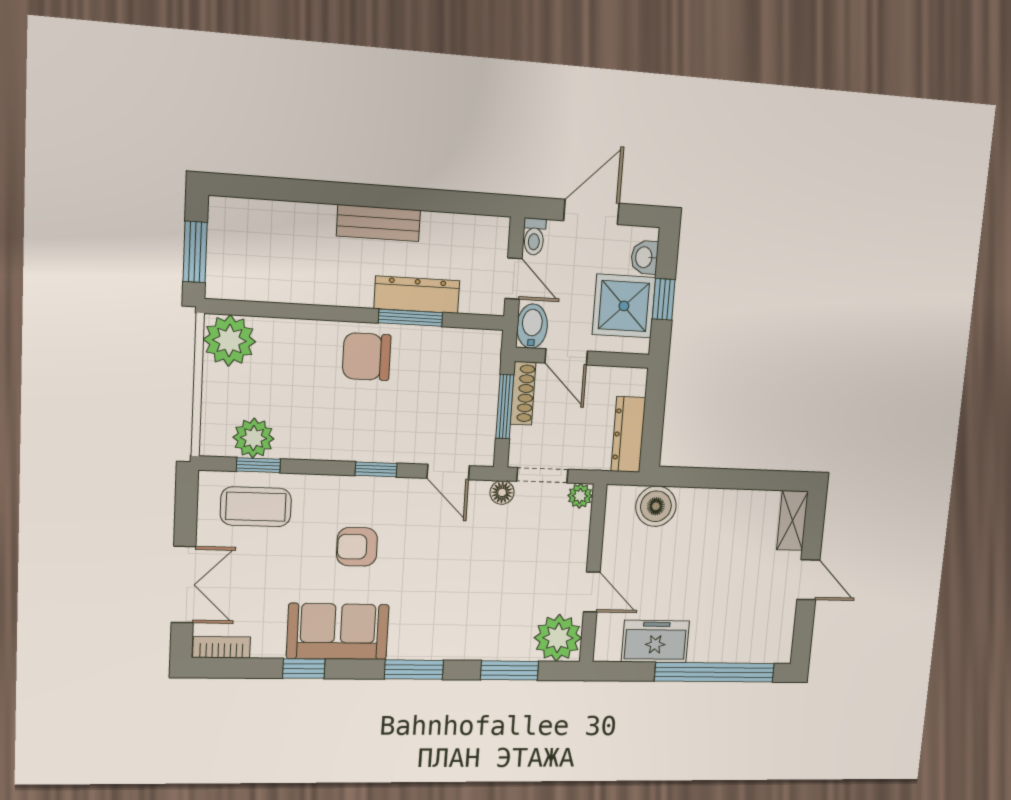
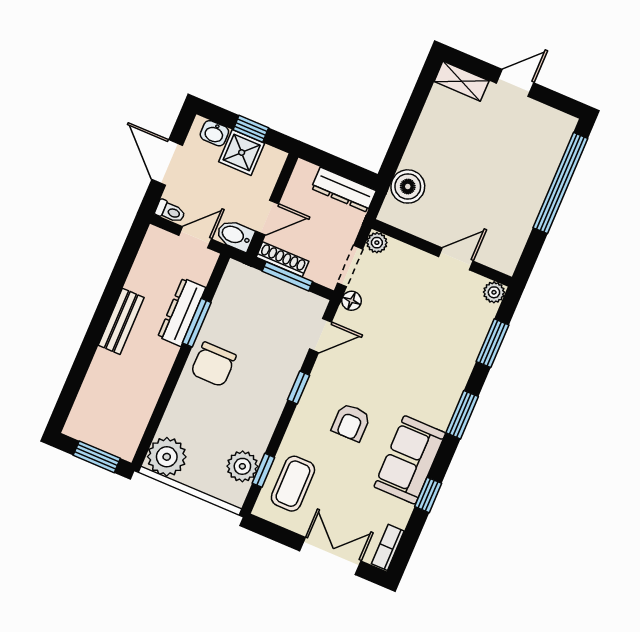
shower: (624, 306) -> (242, 153), width x0.73, depth x0.73
plant: (558, 638) -> (494, 292), width x0.53, depth x0.53
freezer: (655, 641) -> (516, 222), removed

